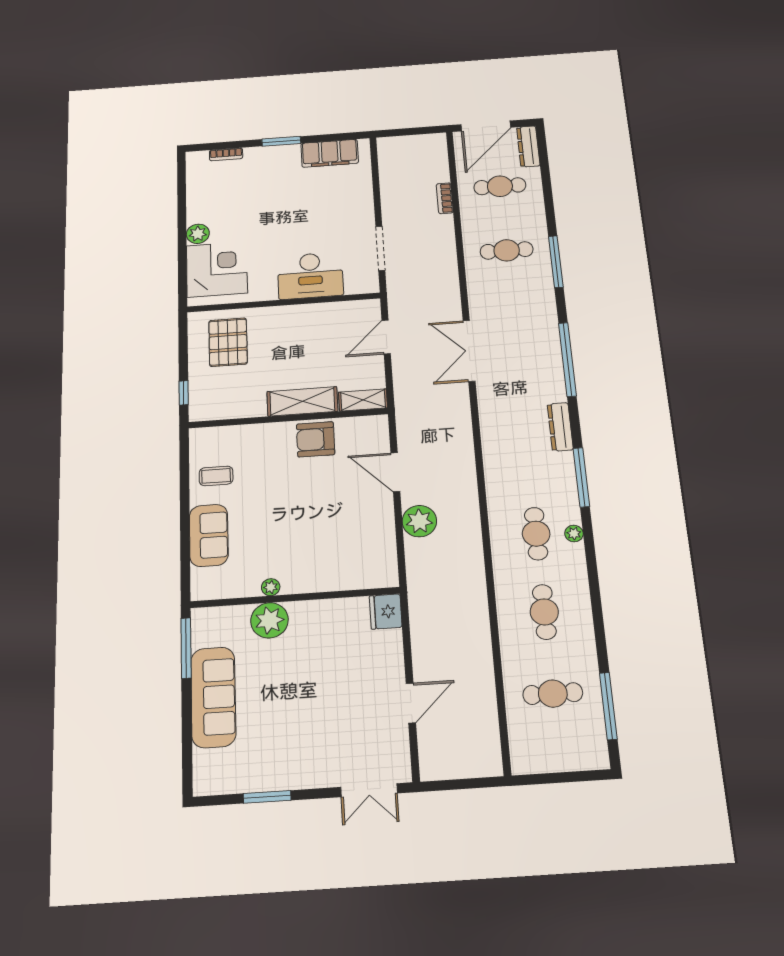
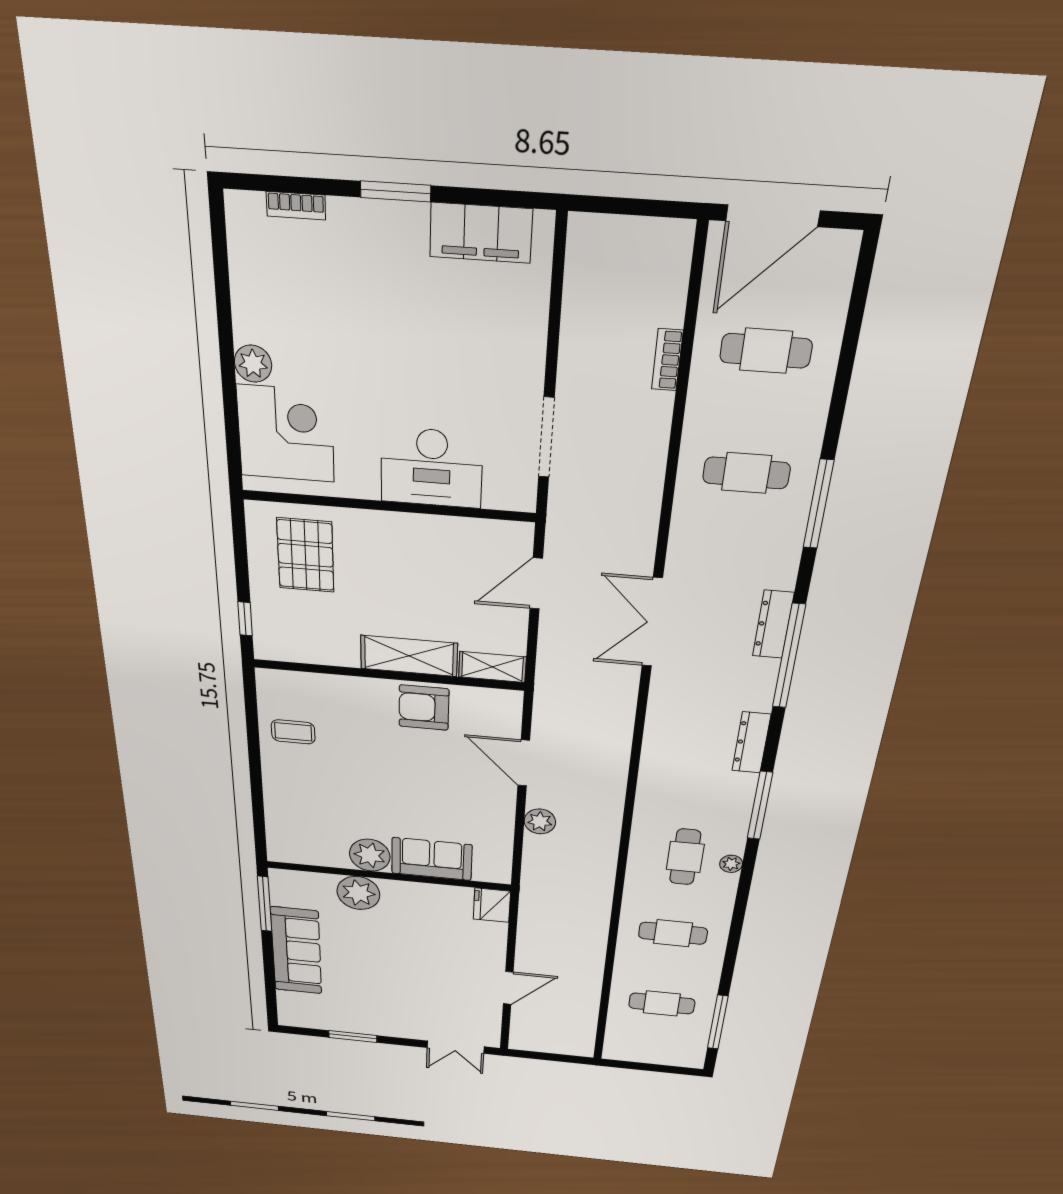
dresser: (528, 146) -> (773, 624), moved
plant: (419, 521) -> (540, 821), width x0.73, depth x0.73
sofa: (209, 535) -> (432, 859), moved, turned -90
plant: (271, 587) -> (370, 855), width x1.88, depth x1.88
cafe table: (544, 612) -> (673, 933), turned 90

